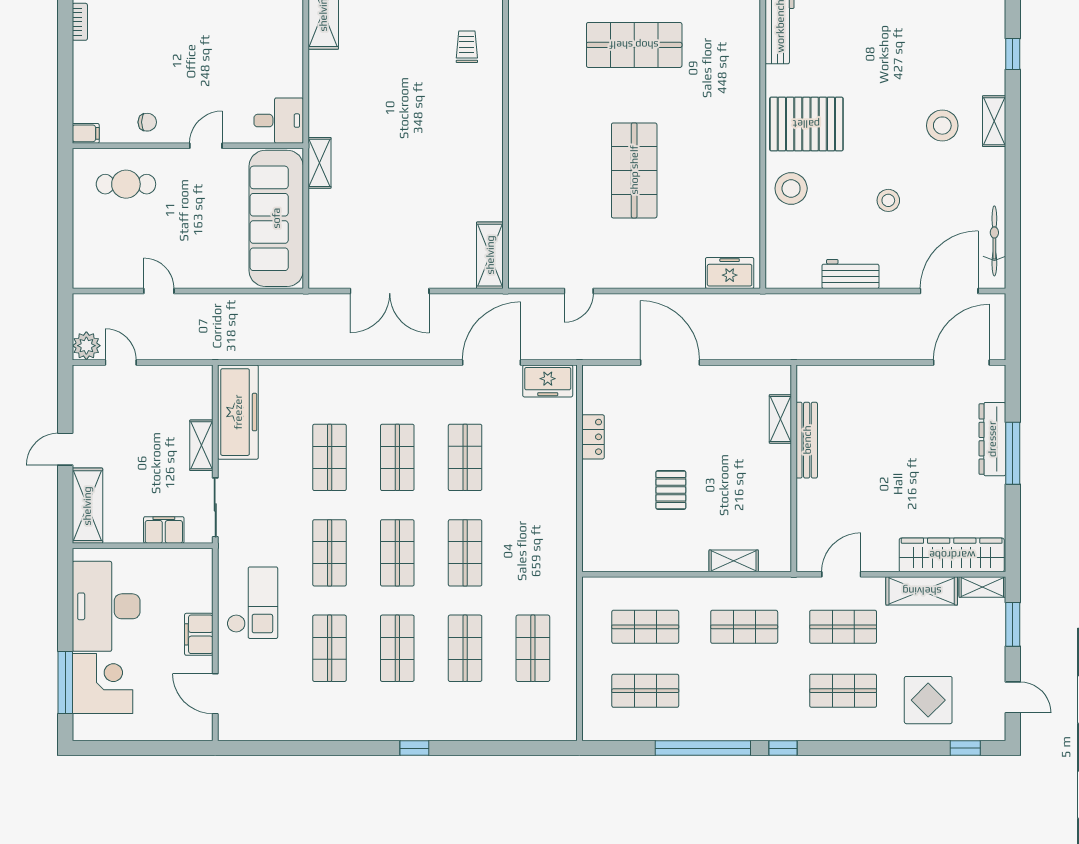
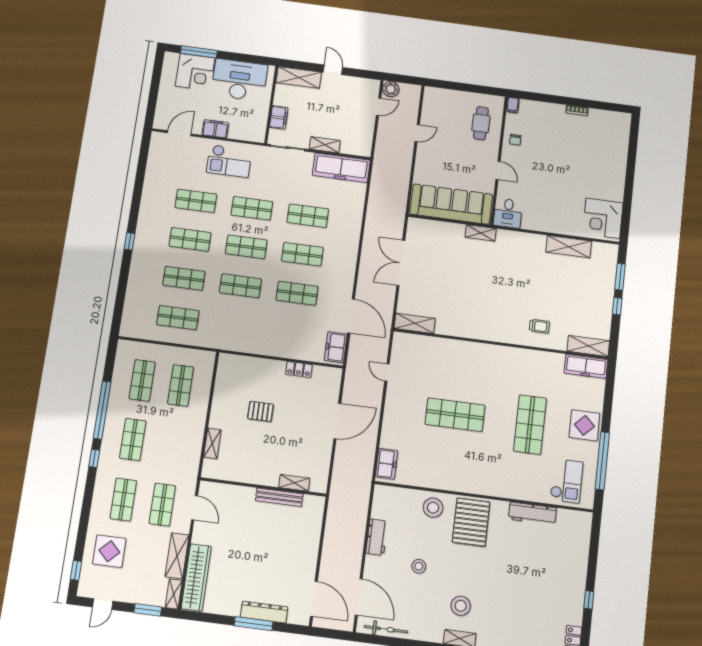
shop shelf: (744, 627) -> (133, 439), moved

